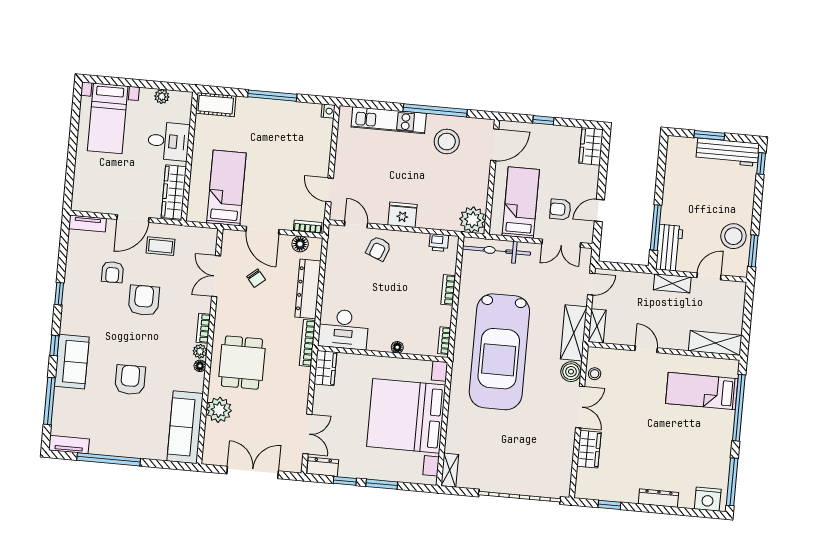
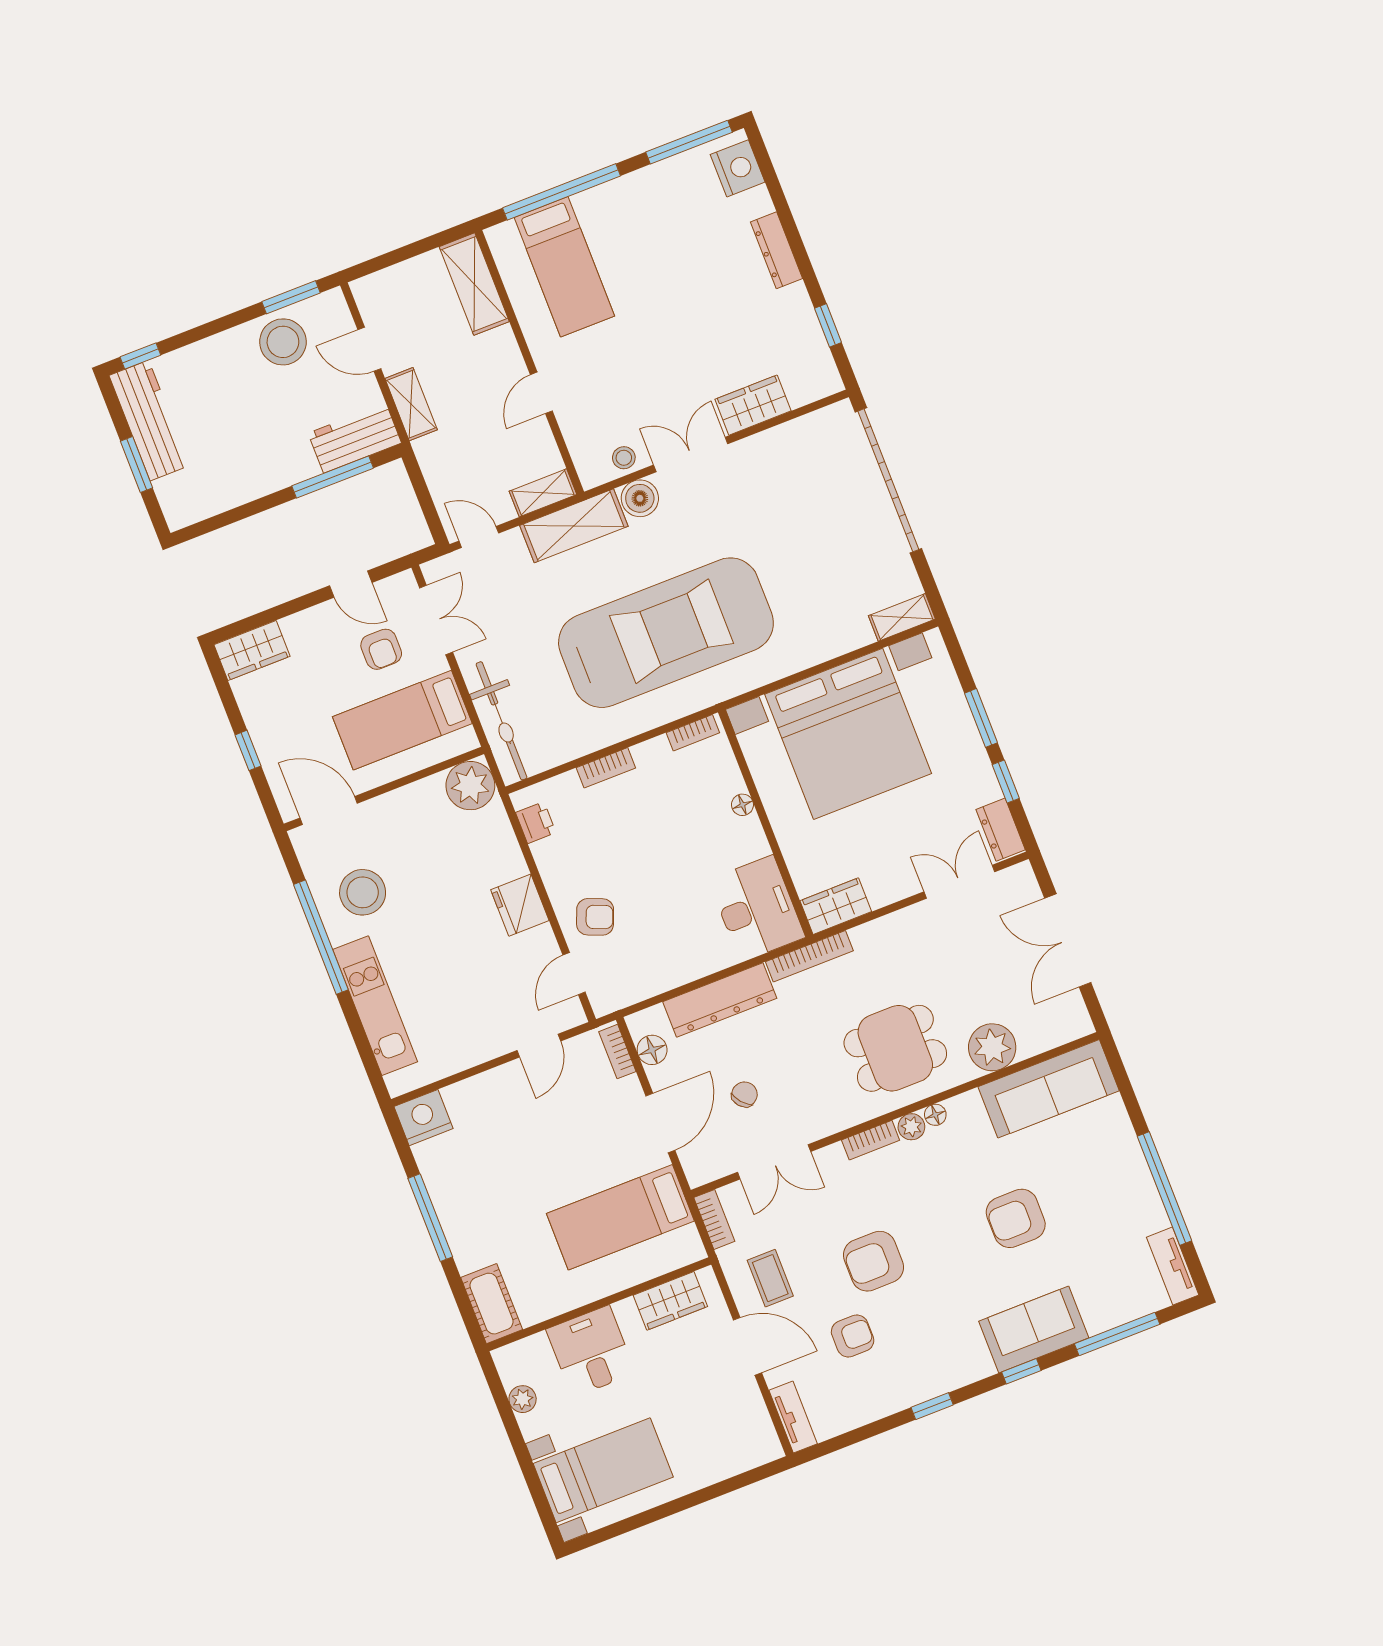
nightstand: (328, 111) -> (424, 1118), width x1.89, depth x1.79
wardrobe: (174, 192) -> (670, 1301), width x0.67
bookcase: (203, 233) -> (714, 1219), added

